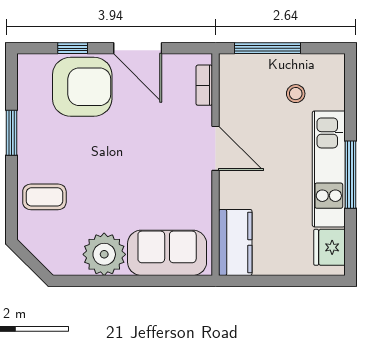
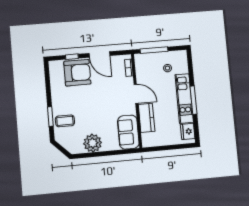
window: (11, 133) -> (50, 117), moved
kitchen counter: (235, 242) -> (147, 118), moved
sofa: (167, 253) -> (128, 132), moved, turned -90

